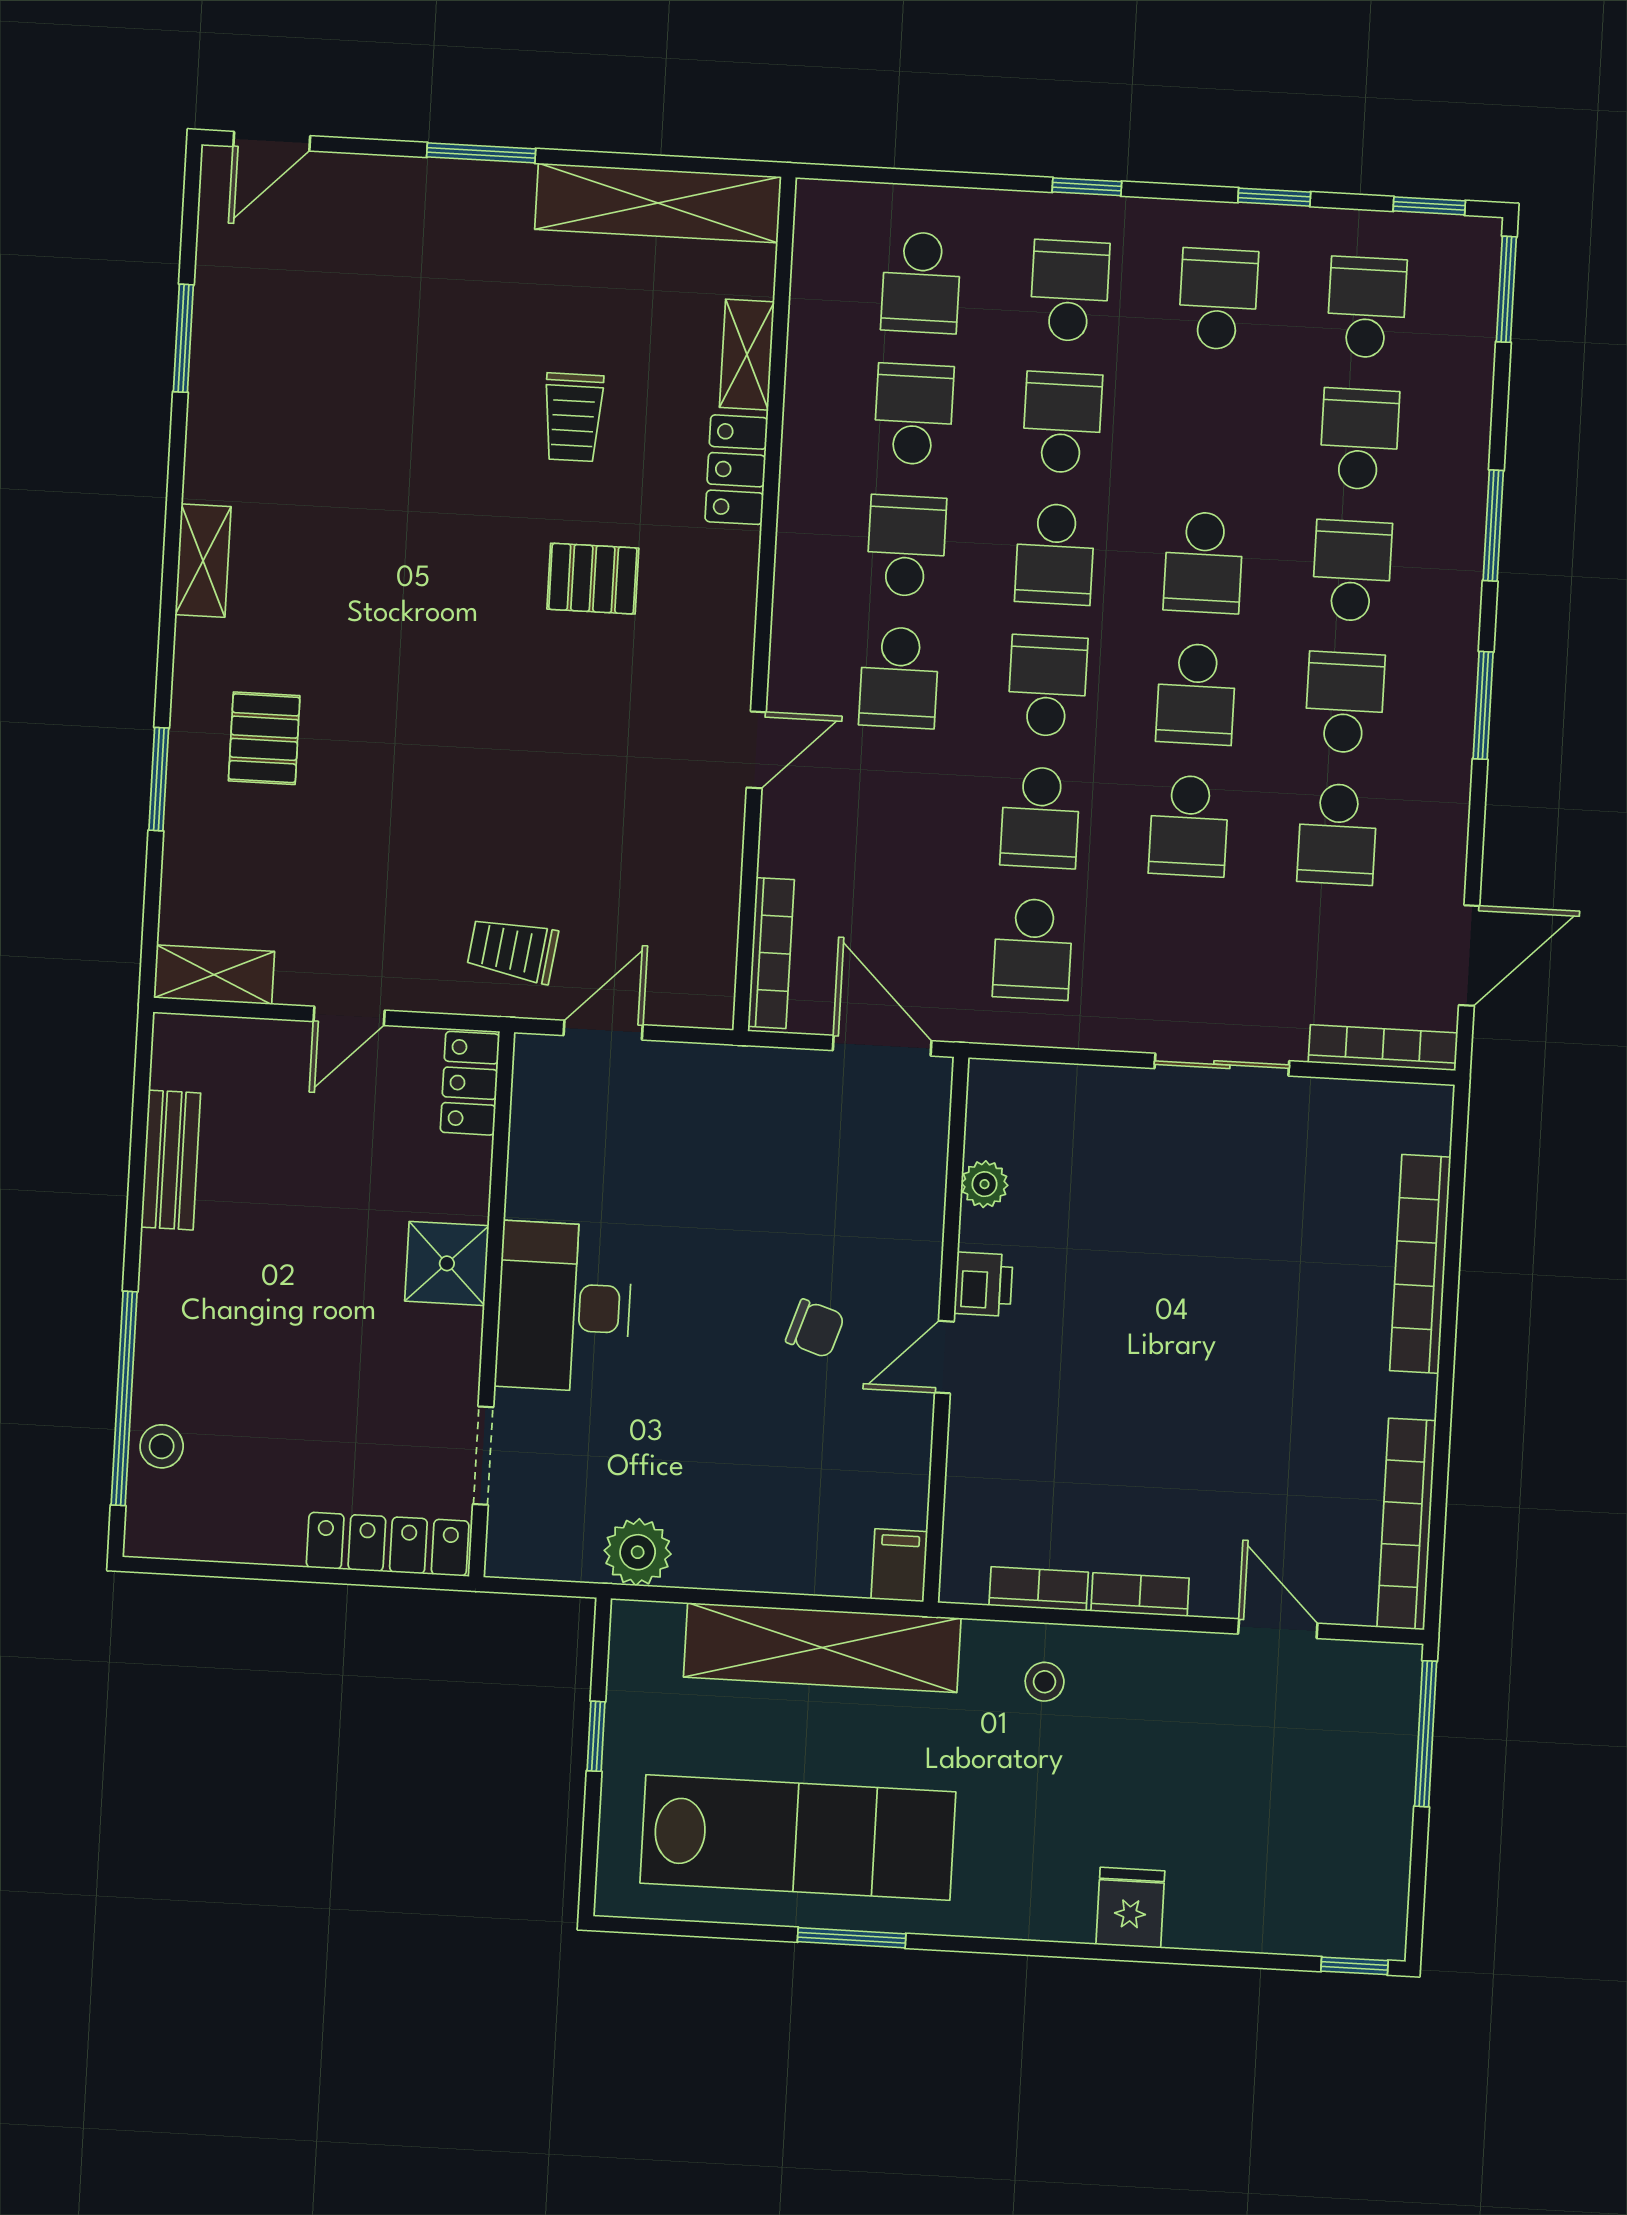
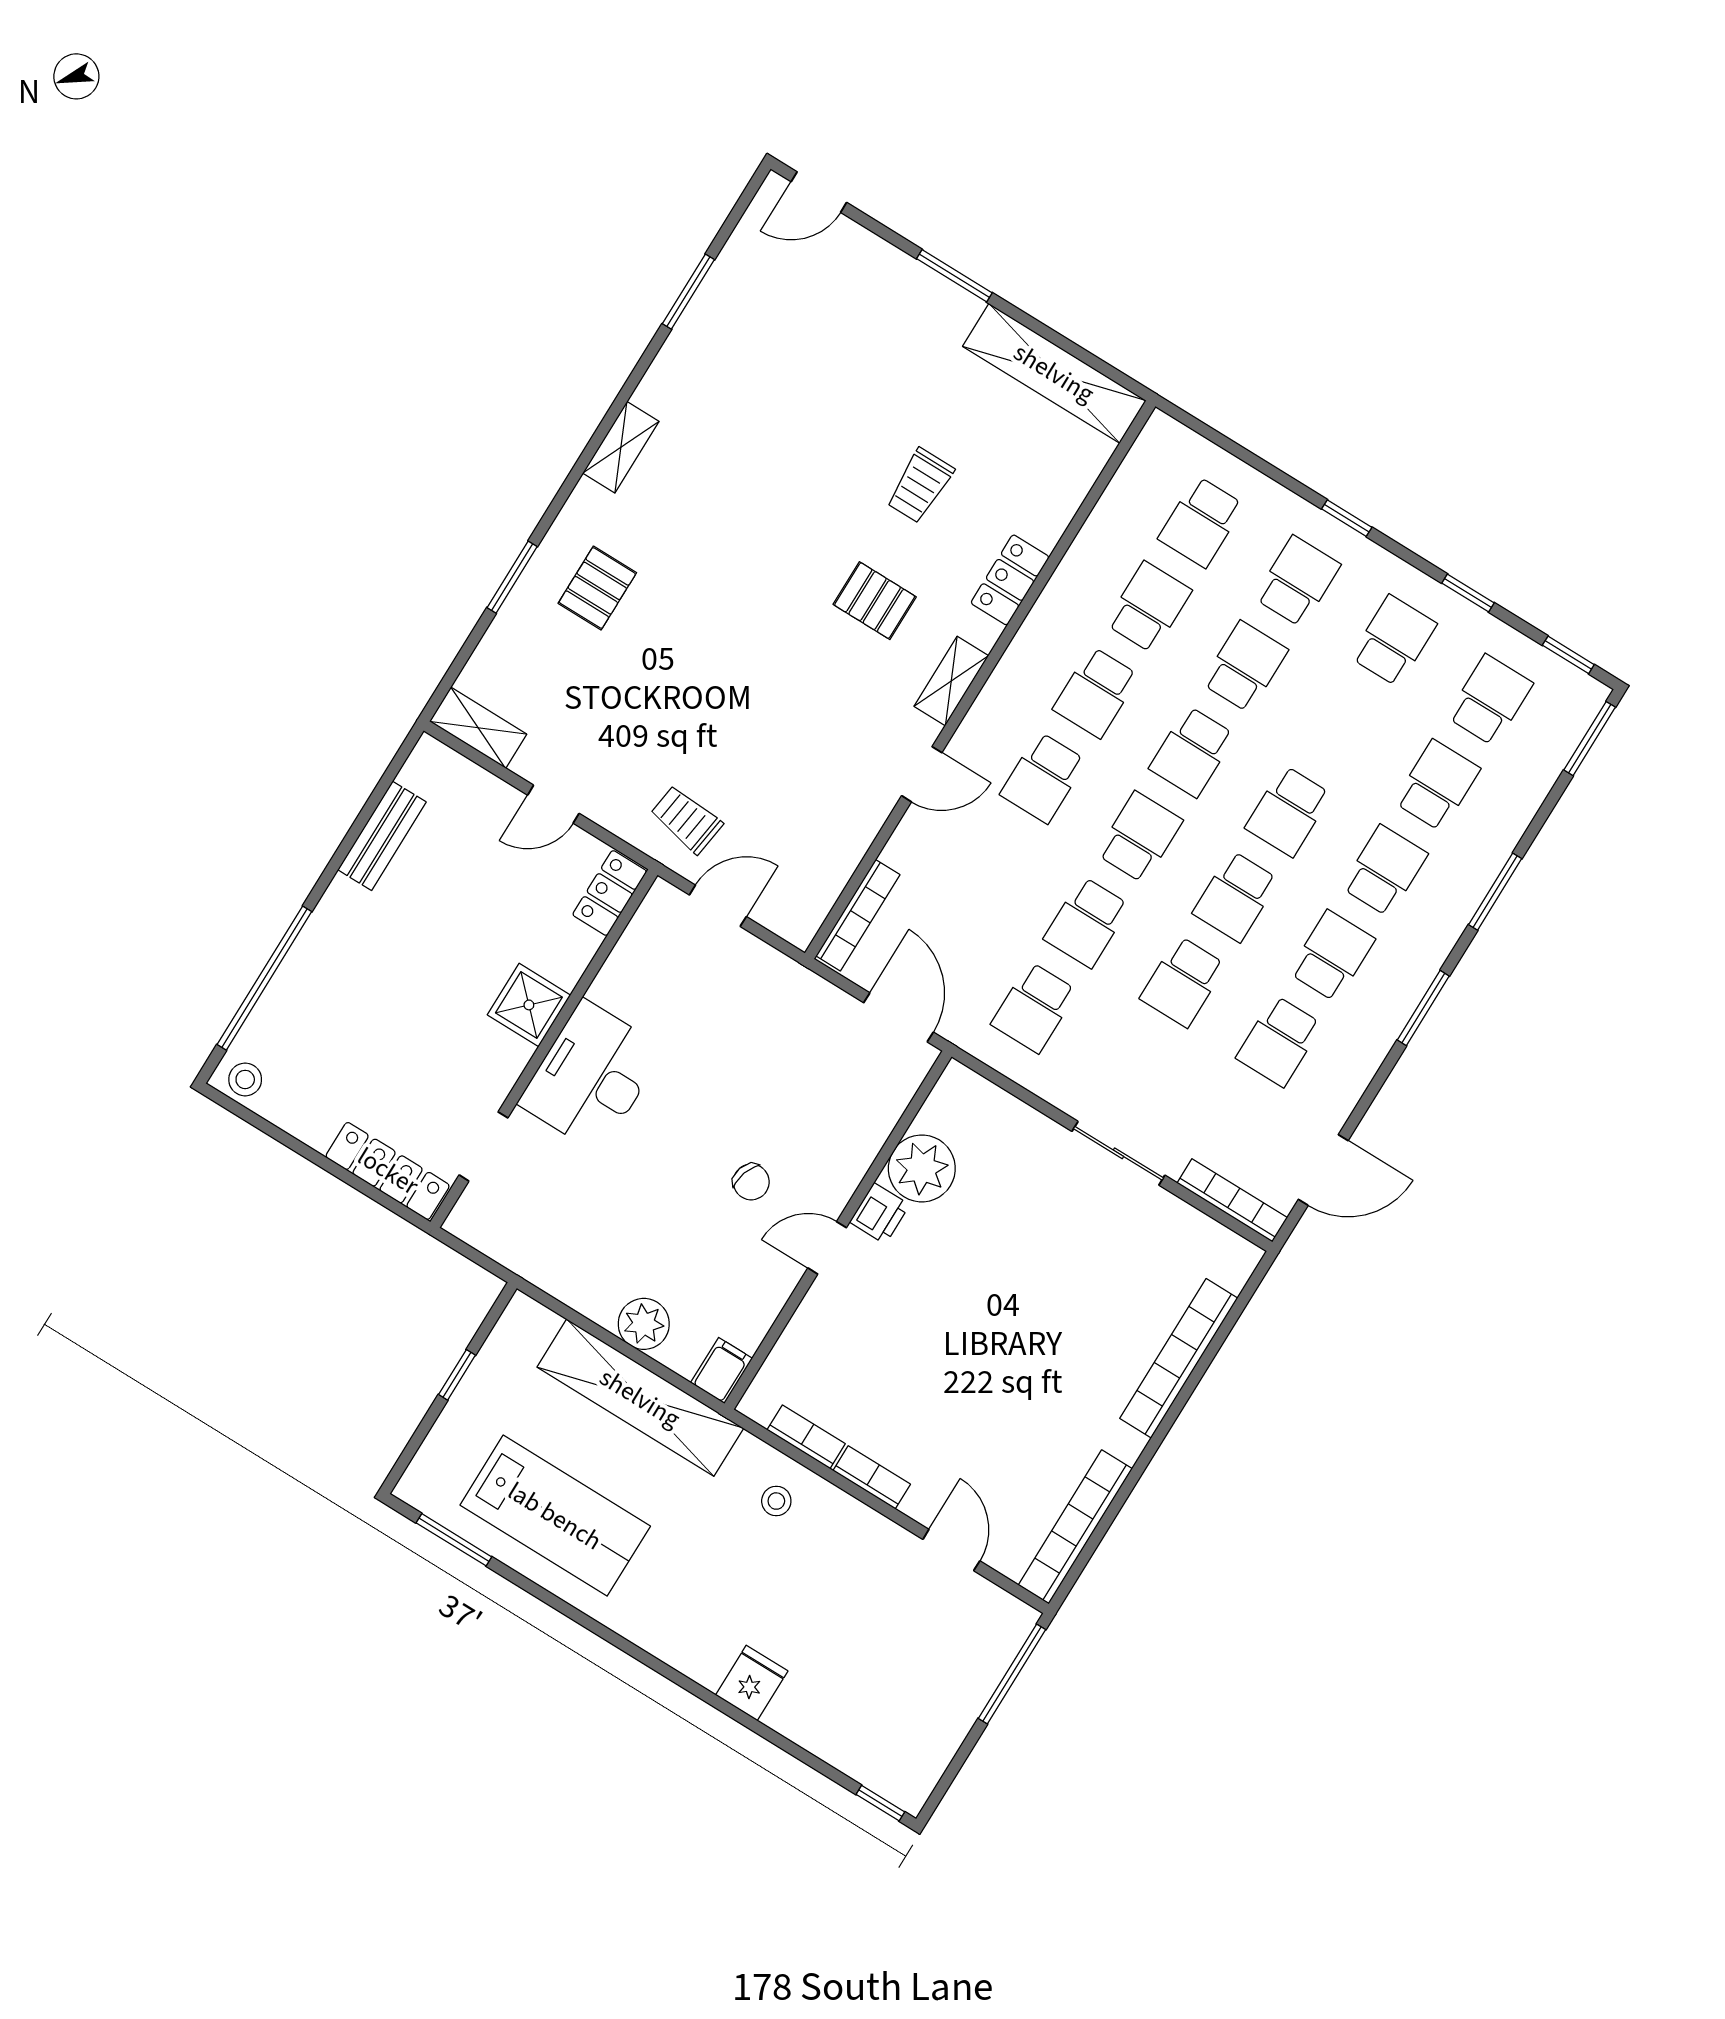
shelving: (747, 355) -> (951, 681), moved
school desk: (906, 546) -> (1096, 692), turned 180
plant: (985, 1184) -> (922, 1168), width x1.87, depth x1.87
stool: (162, 1446) -> (245, 1079), moved
plant: (638, 1552) -> (644, 1324), moved
lab bench: (798, 1837) -> (555, 1516), width x0.73
window: (852, 1938) -> (454, 1540), moved

